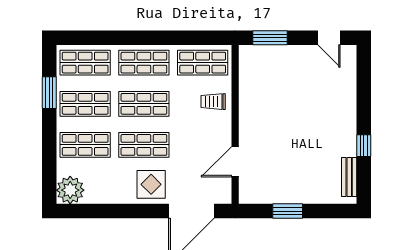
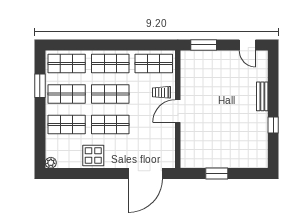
door: (235, 162) -> (178, 111), moved
bench: (349, 177) -> (262, 96), moved
display table: (151, 184) -> (93, 156), moved
plant: (70, 190) -> (51, 163), width x0.53, depth x0.53

